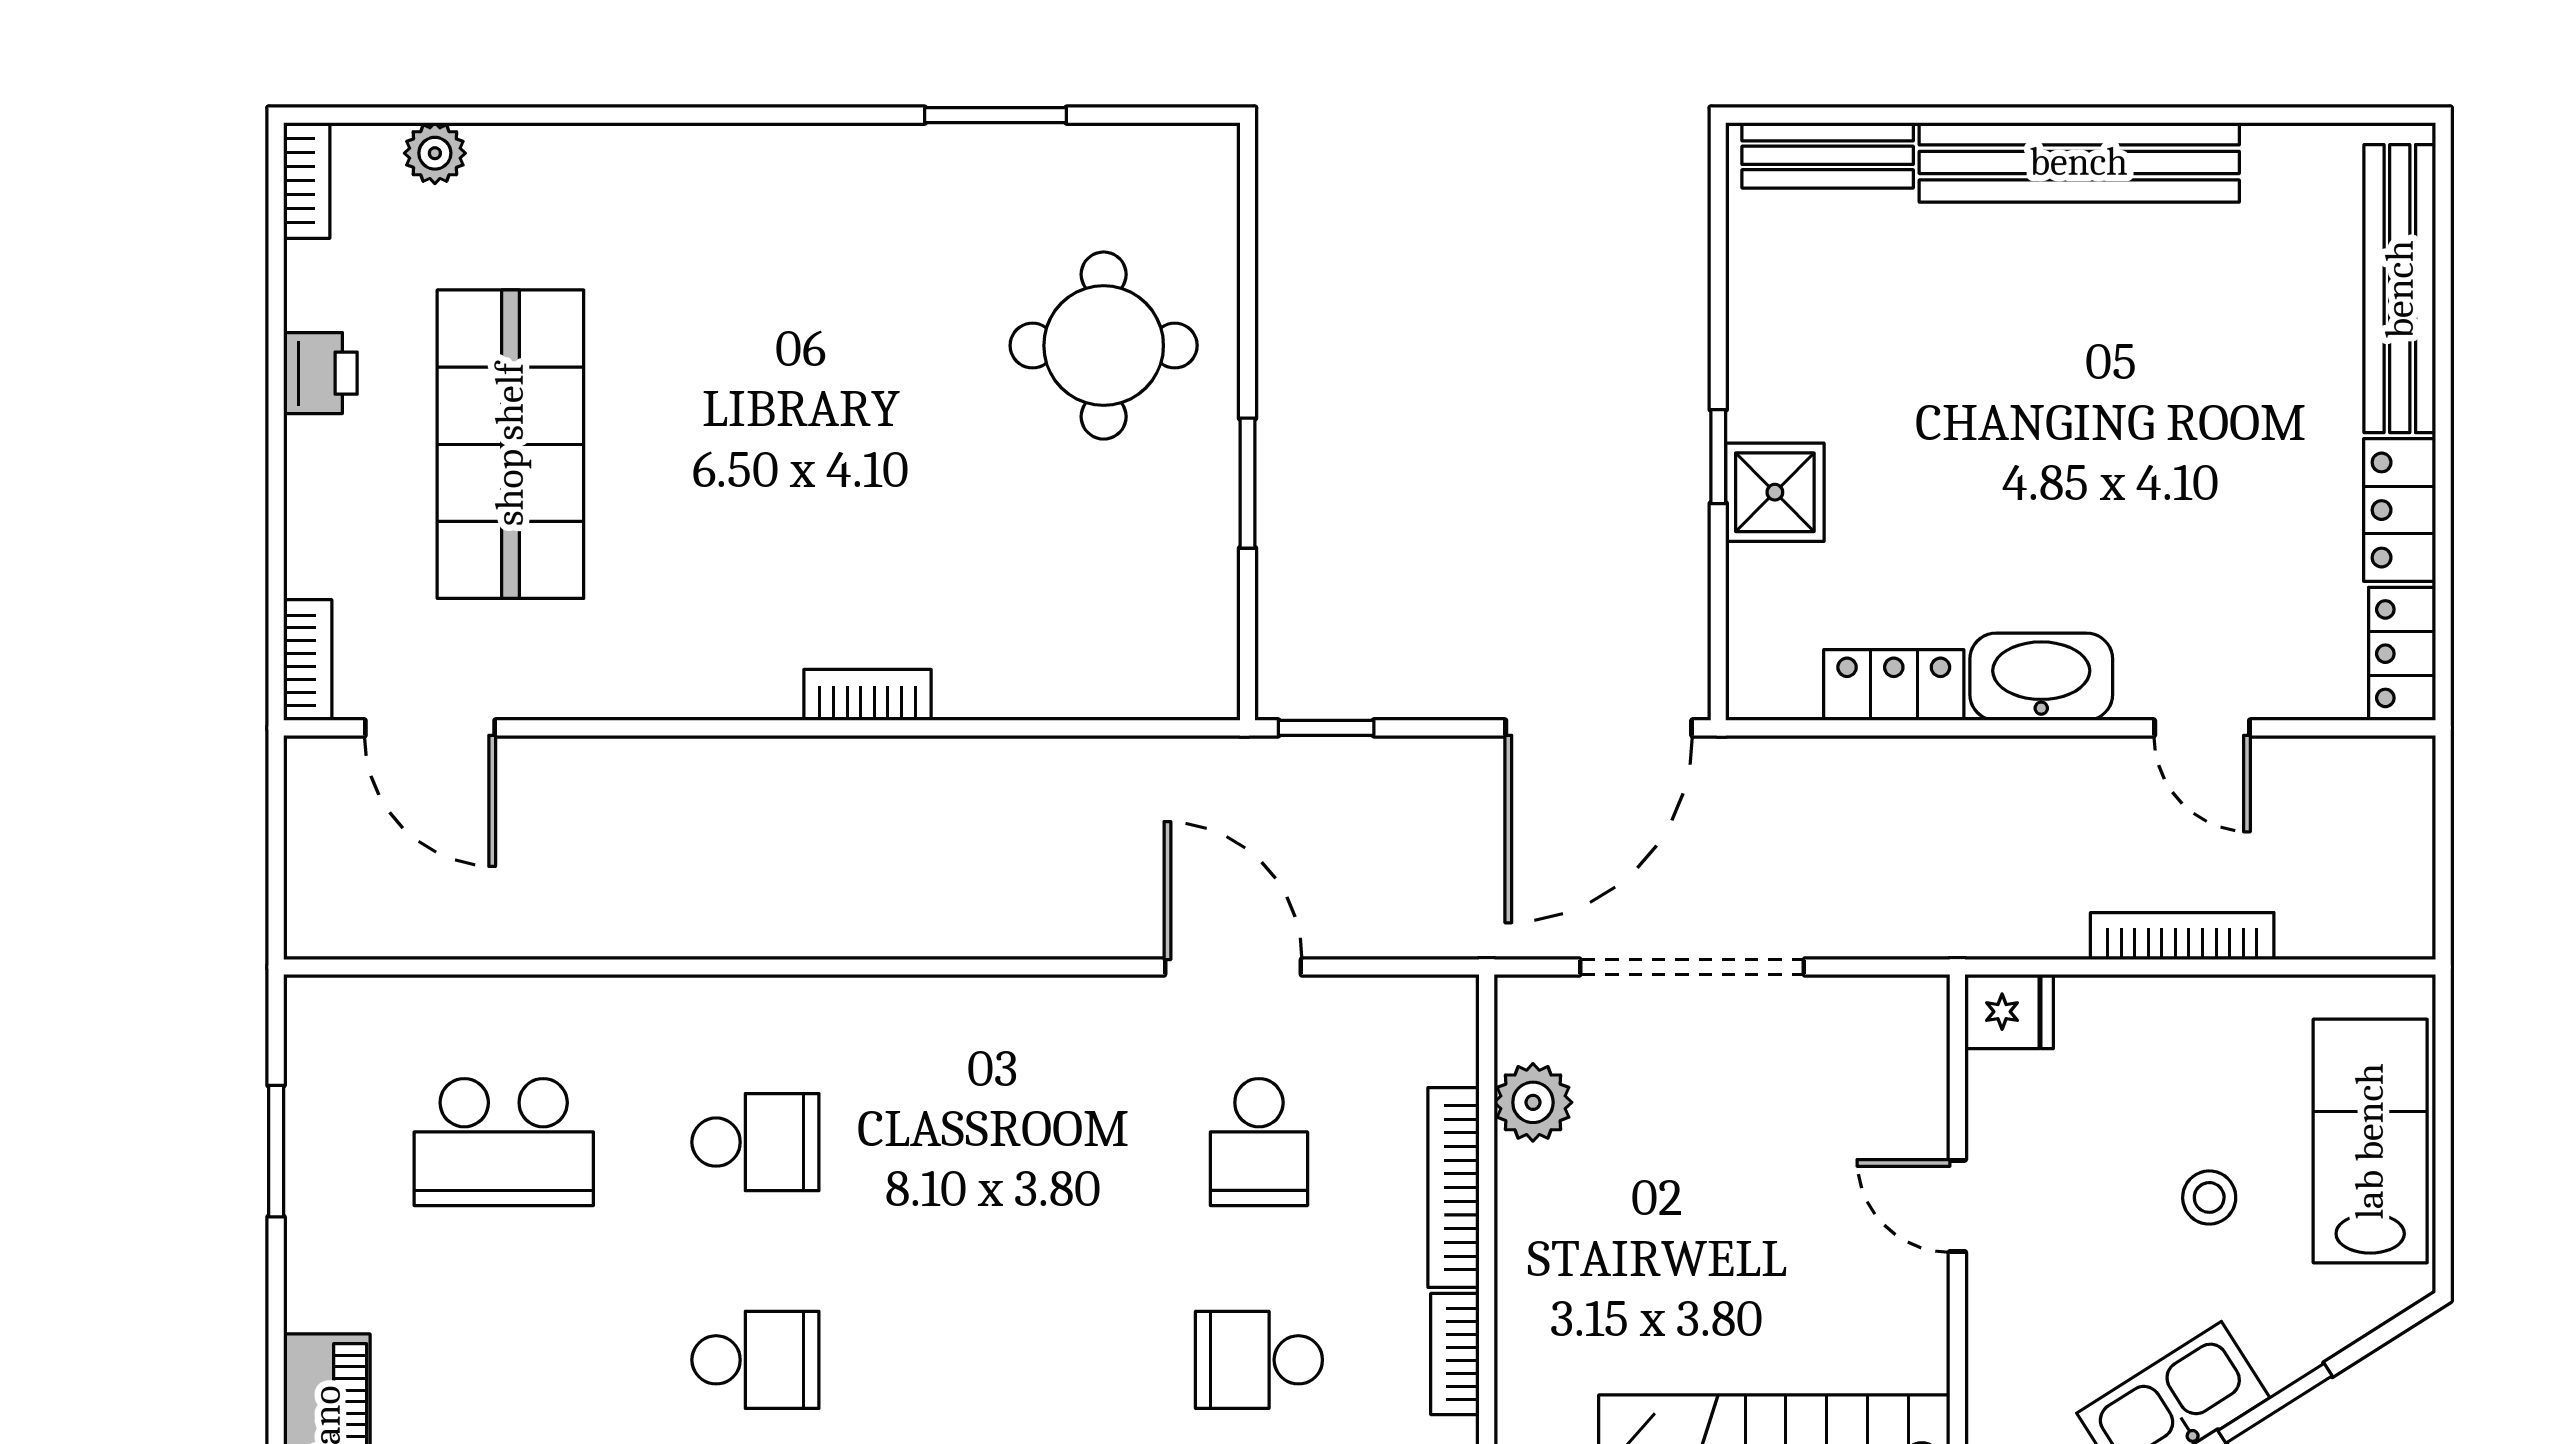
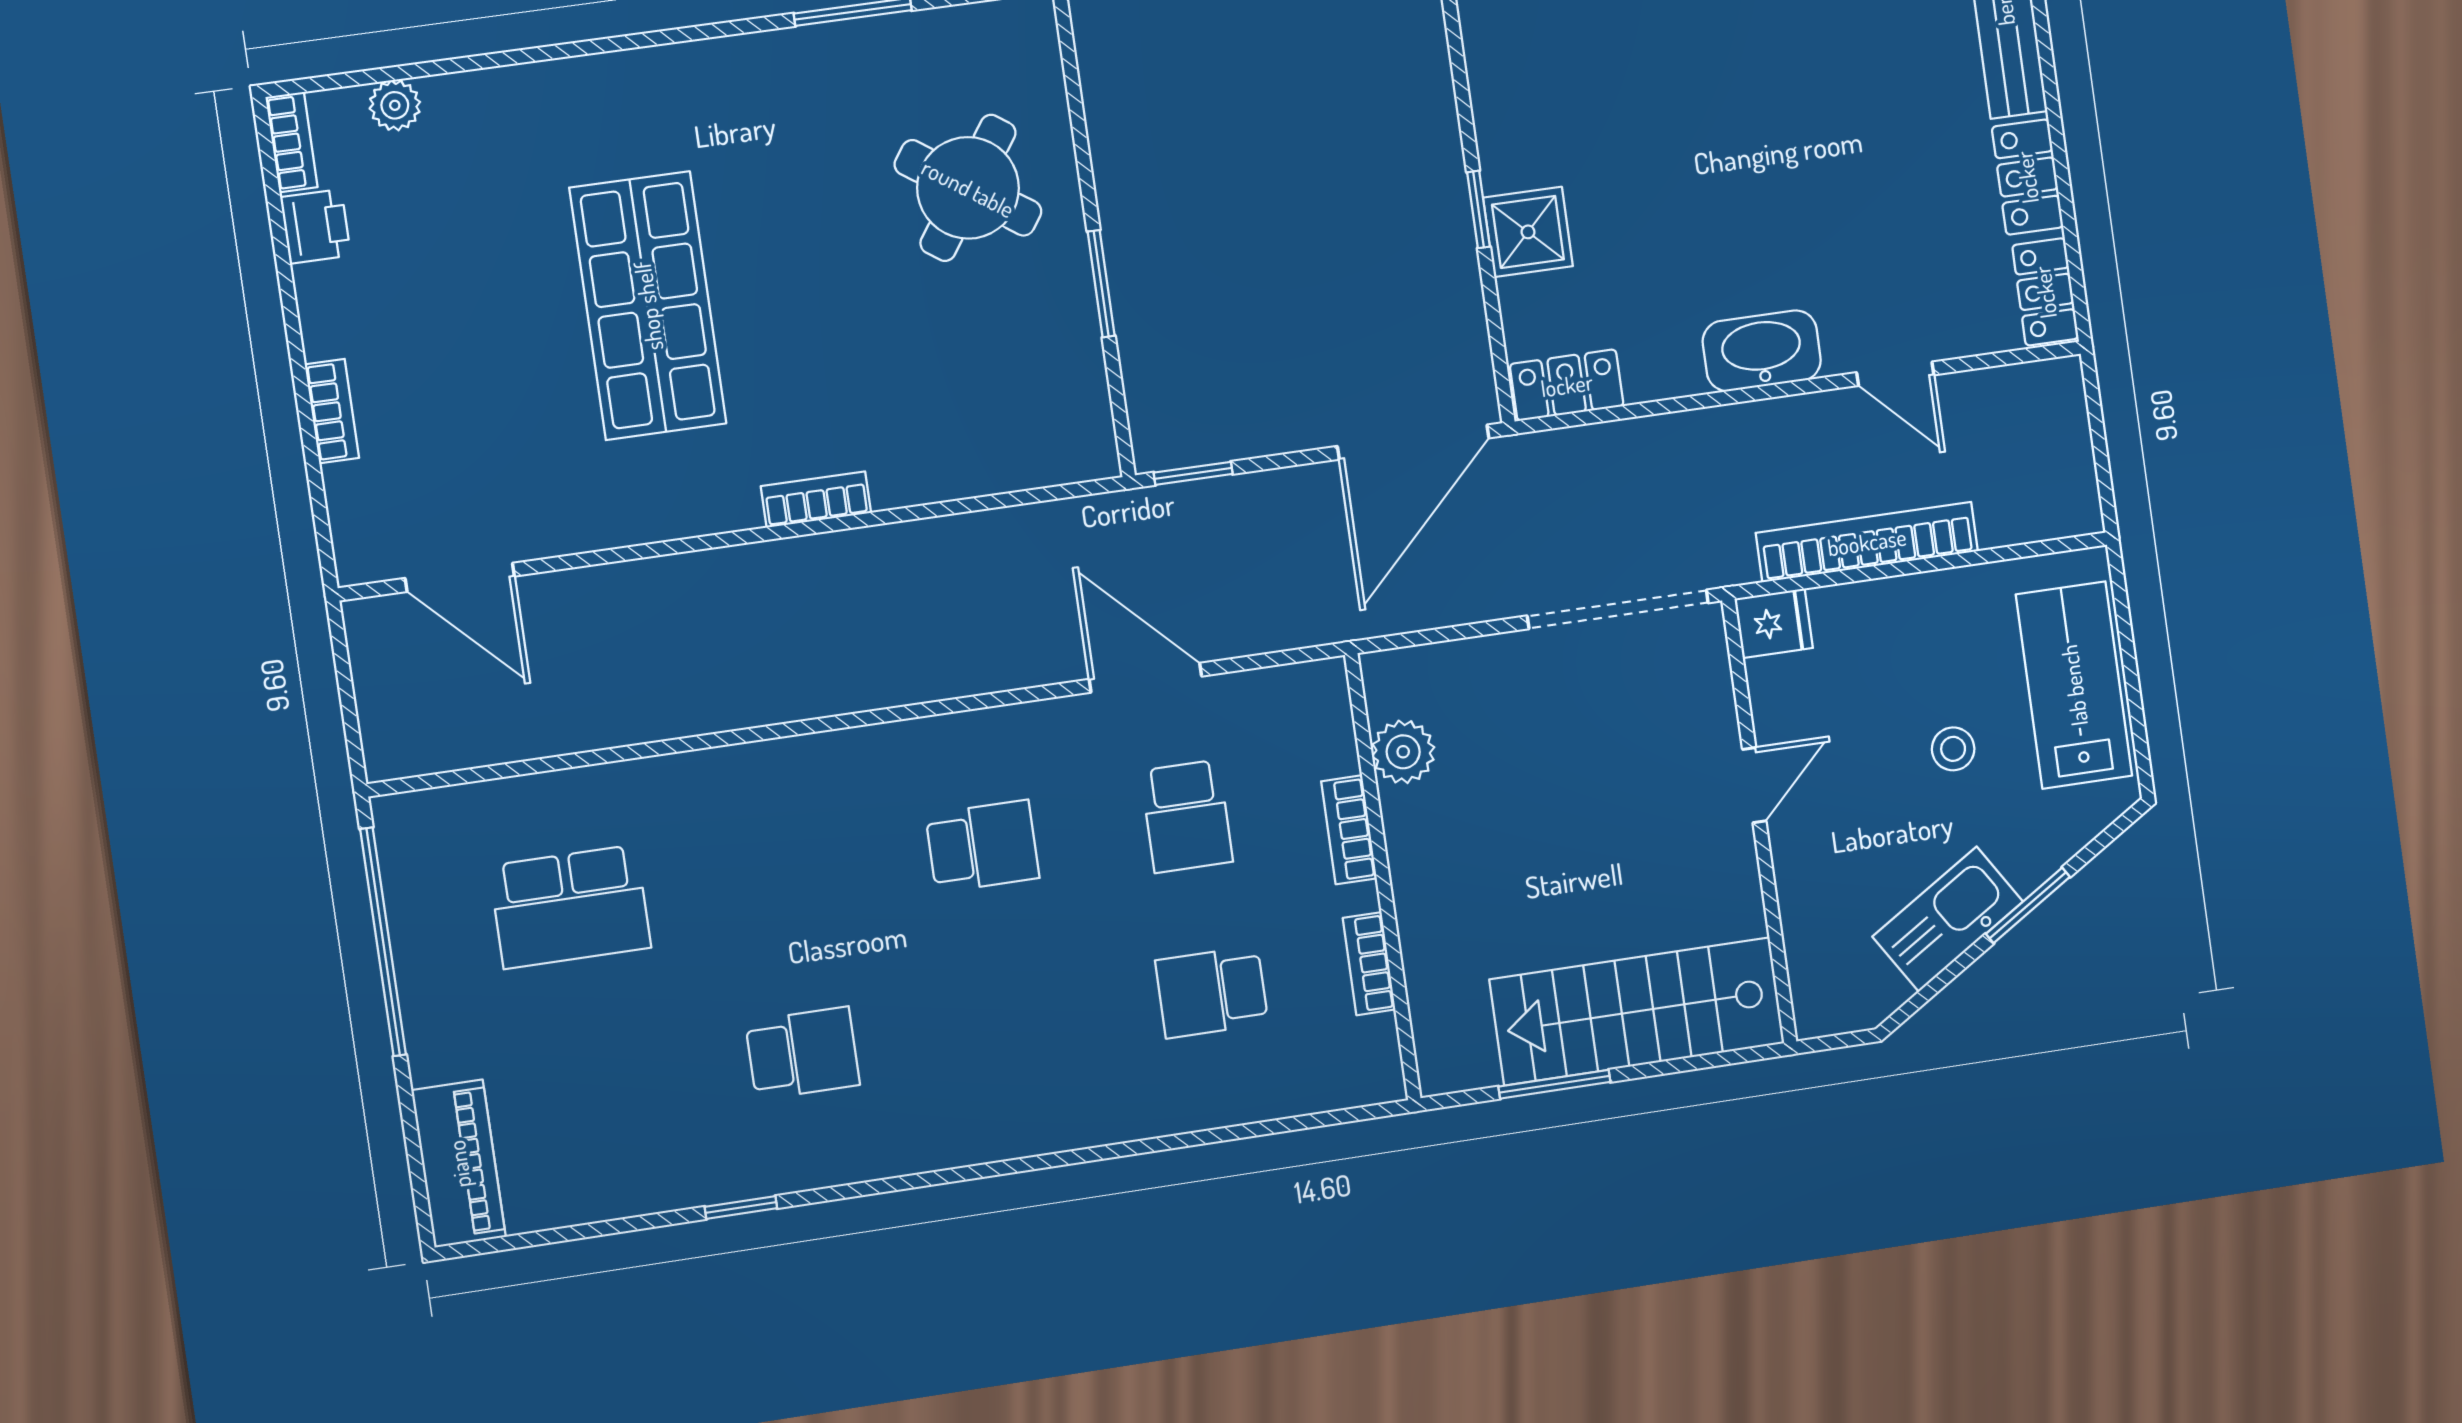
round table: (1104, 346) -> (968, 188), turned 35
printer: (320, 373) -> (316, 226), moved
shop shelf: (510, 444) -> (648, 306), moved
bookcase: (308, 660) -> (332, 411), moved
locker: (1894, 685) -> (1567, 385), moved
bookcase: (2182, 936) -> (1867, 542), width x1.48, depth x1.31
doorway: (1692, 967) -> (1618, 609), moved
school desk: (755, 1142) -> (982, 846), moved
window: (276, 1151) -> (383, 942), width x2.11
bookcase: (1454, 1188) -> (1349, 830), width x0.64
door: (1957, 1206) -> (1754, 785), swing flipped

